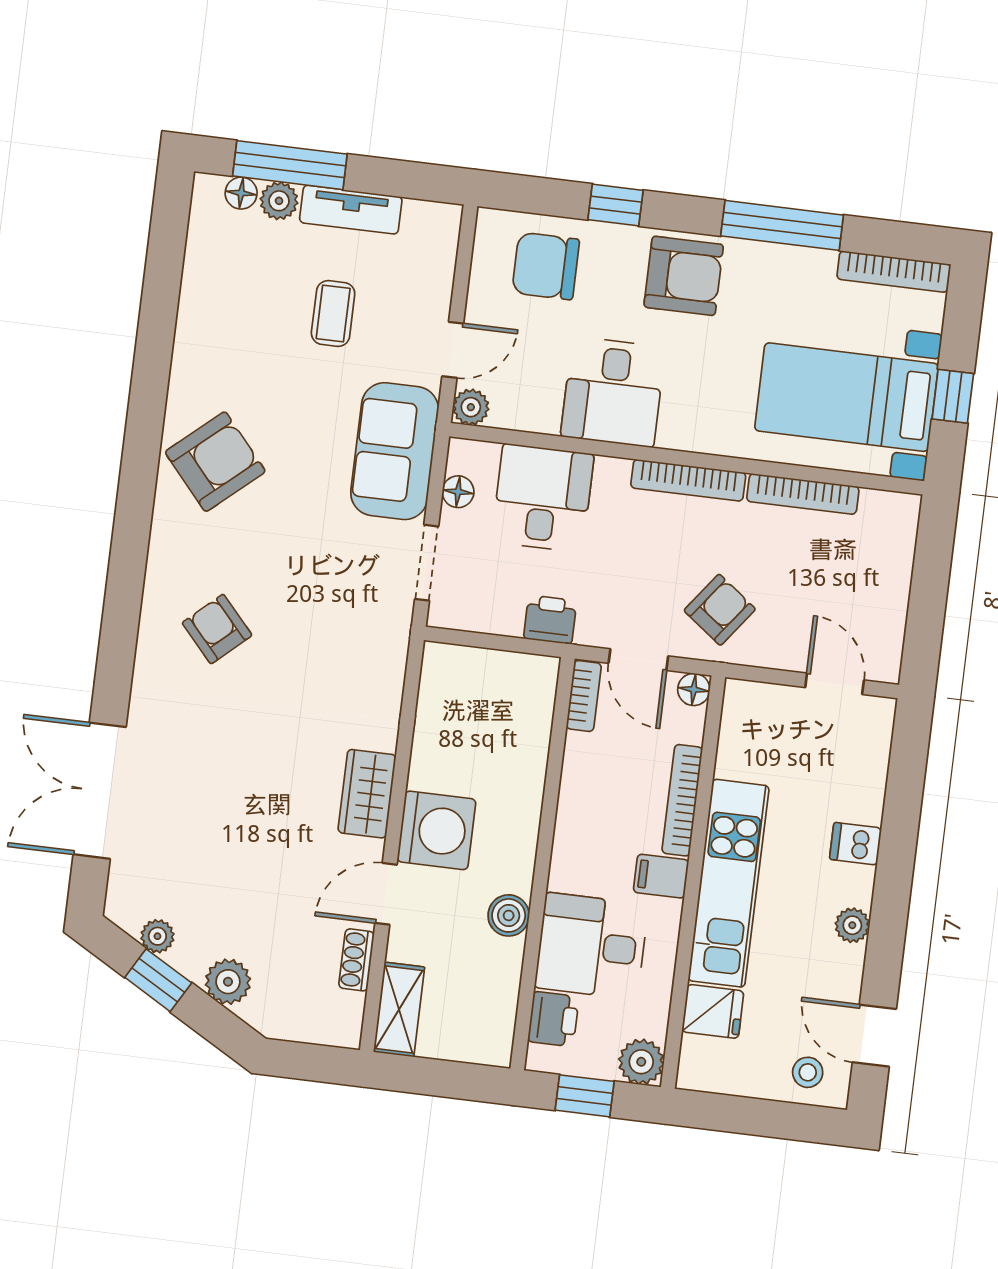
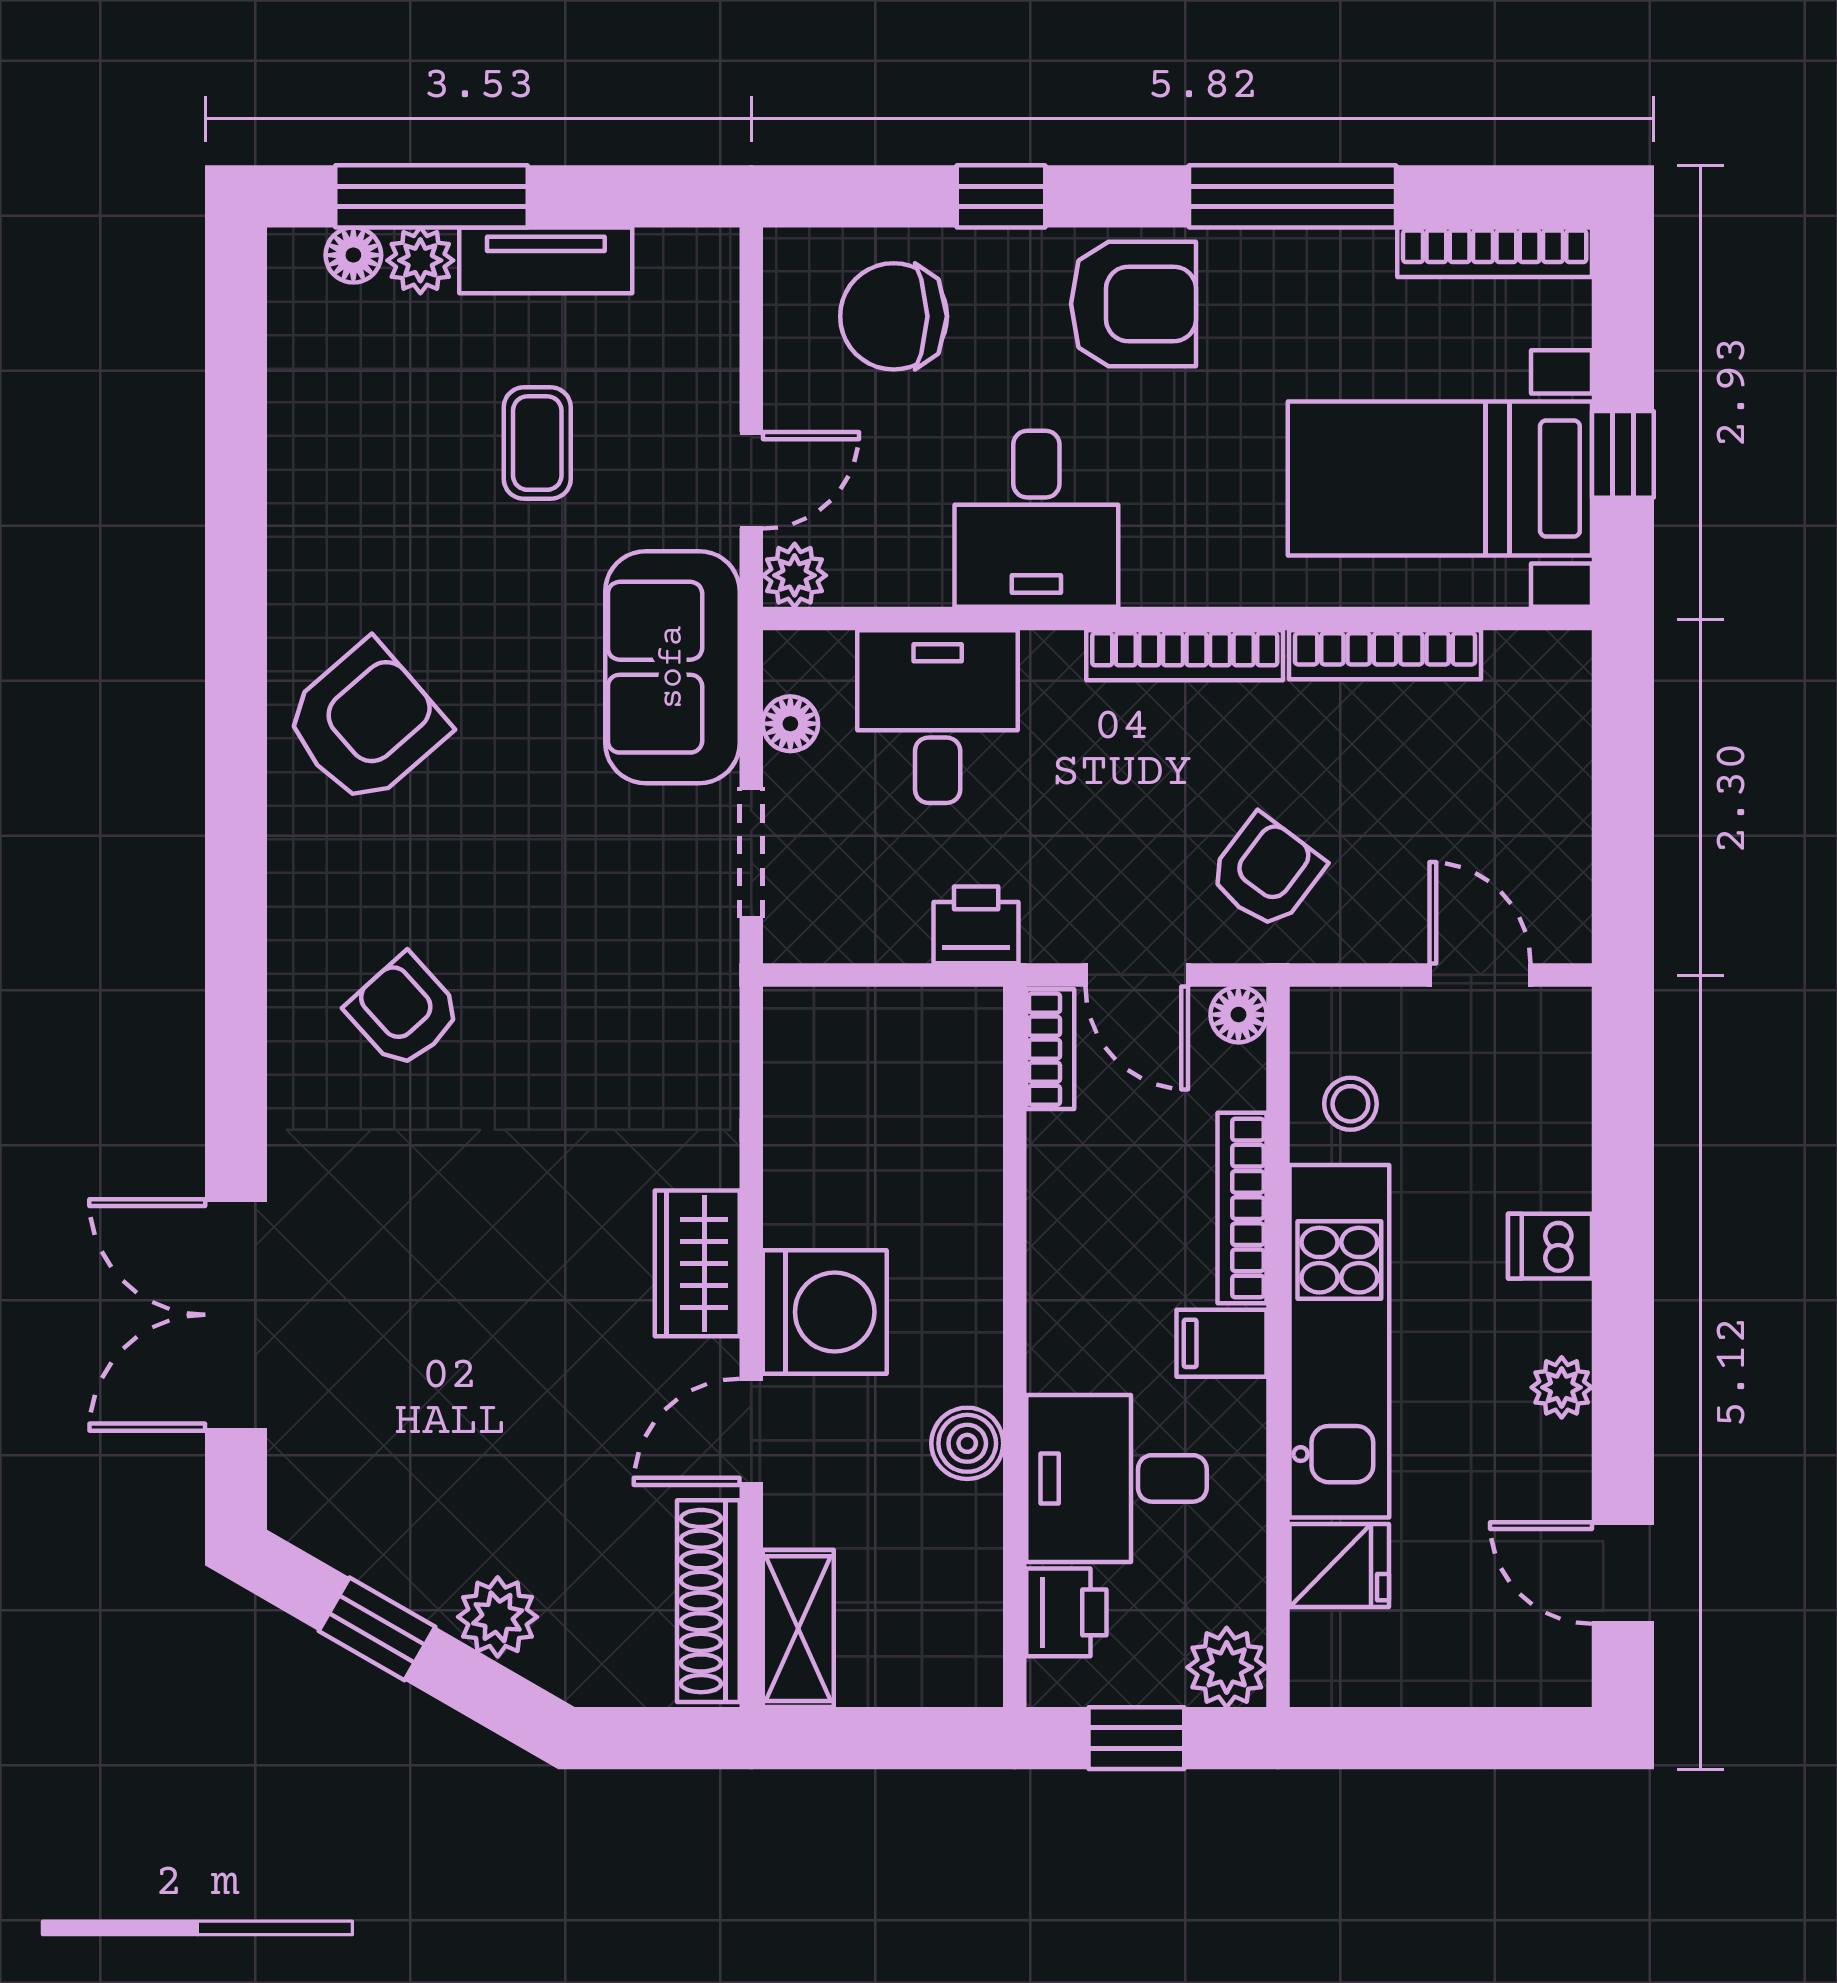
plant: (157, 936) -> (366, 1553), removed
shoe rack: (356, 960) -> (708, 1601), width x1.94, depth x1.24
stool: (808, 1072) -> (1350, 1104), moved

